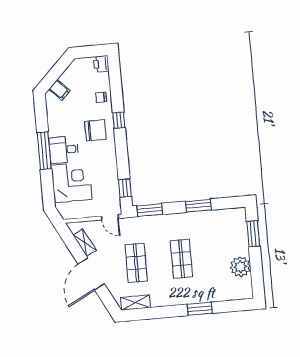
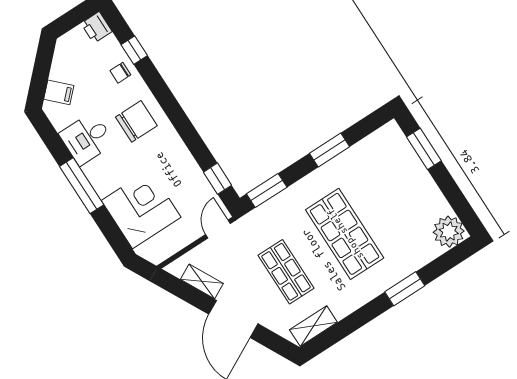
window: (119, 120) -> (134, 50), moved
desk: (64, 150) -> (87, 139), moved
door: (110, 217) -> (218, 229), swing flipped
shop shelf: (181, 259) -> (345, 234), width x1.43, depth x1.36
plant: (240, 267) -> (449, 232), moved

